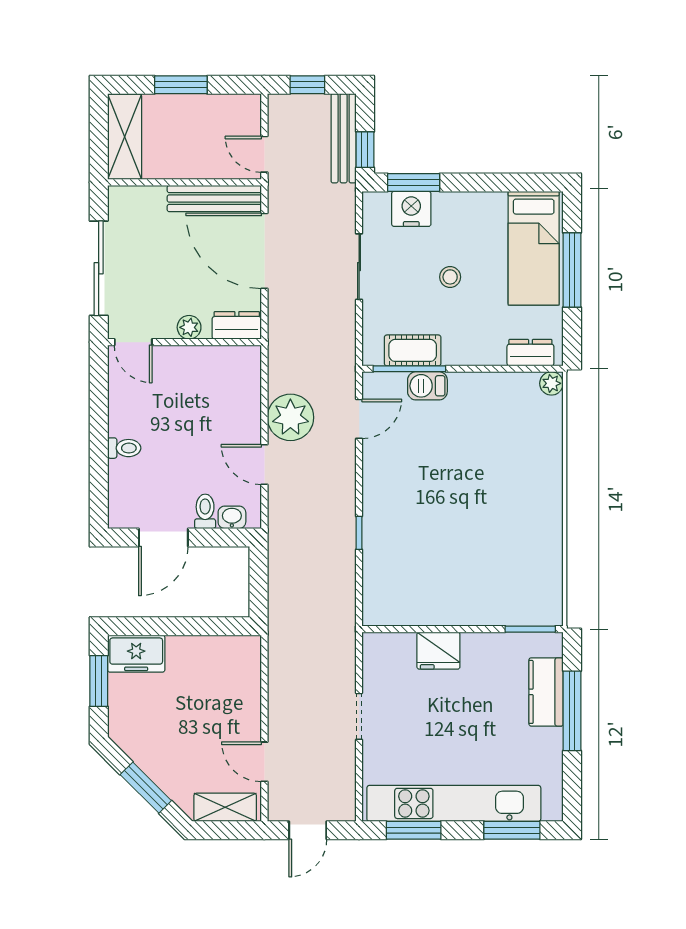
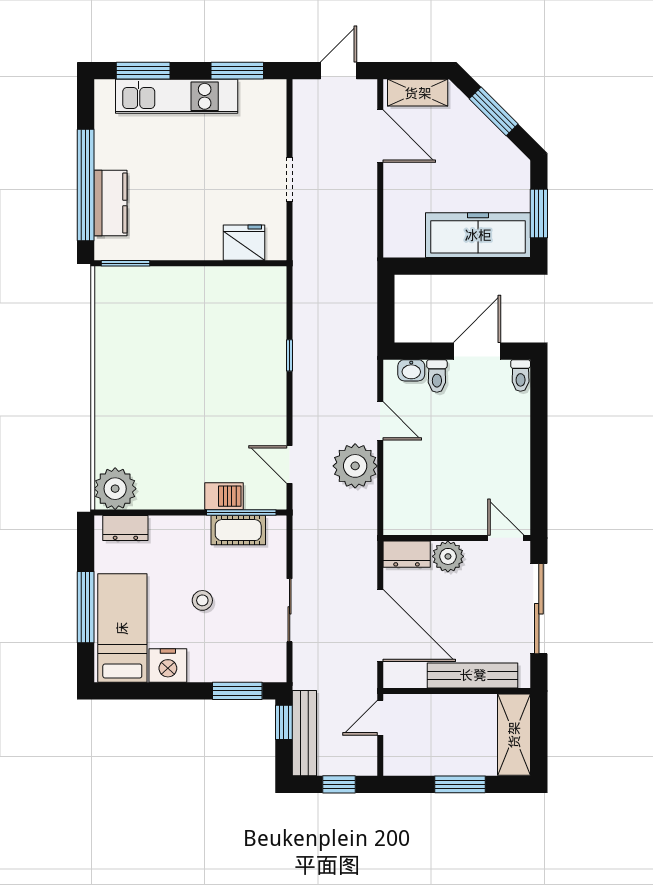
door: (264, 154) -> (380, 718), swing flipped
bench: (214, 199) -> (473, 675), moved
nightstand: (411, 209) -> (168, 666), moved
plant: (189, 327) -> (448, 556), width x1.38, depth x1.38
plant: (551, 383) -> (115, 489), width x1.87, depth x1.87
door: (359, 419) -> (290, 464), hinge flipped
toilet: (124, 448) -> (521, 375), moved, turned -90
fridge: (438, 651) -> (244, 243), moved
freezer: (136, 654) -> (478, 235), width x1.91, depth x1.26
window: (572, 711) -> (86, 185), width x1.46
door: (264, 762) -> (380, 136), width x1.38
kitchen unit: (454, 803) -> (177, 96), width x0.73

